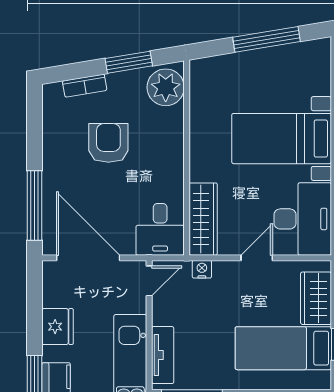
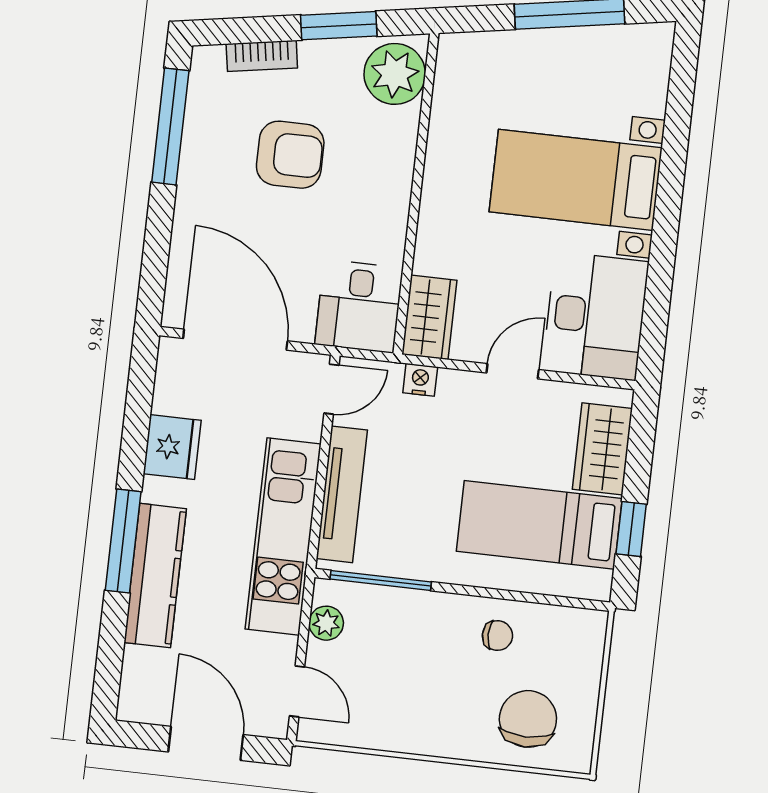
armchair: (108, 143) -> (290, 155), turned 90
window: (35, 205) -> (170, 126), moved
wardrobe: (203, 219) -> (429, 317), width x0.67
tv unit: (163, 355) -> (342, 494), width x1.41

